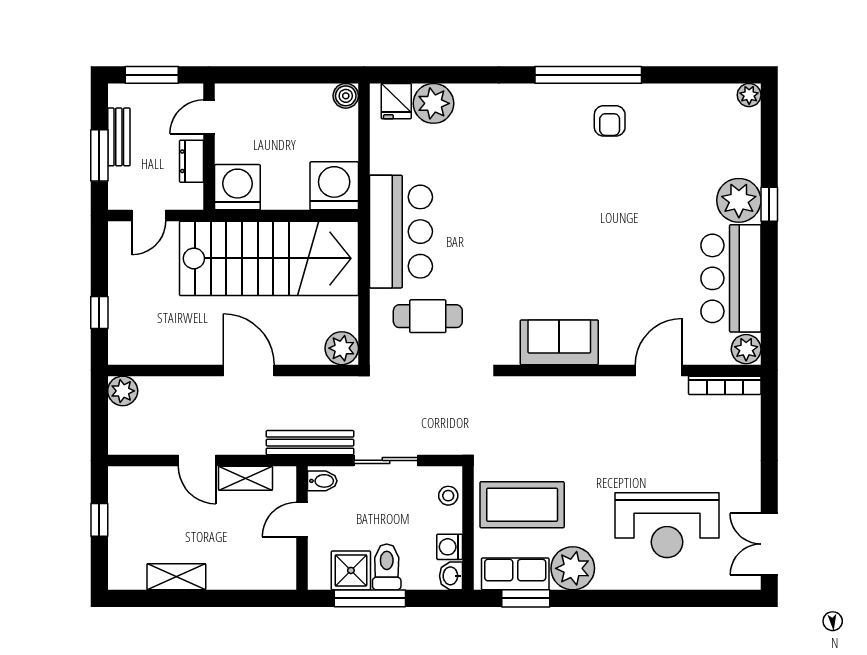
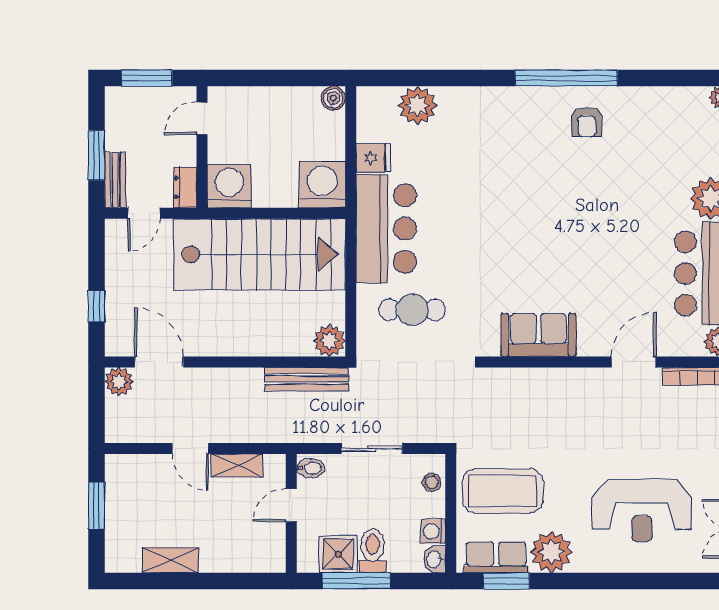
fridge: (396, 101) -> (373, 158), moved, turned -90
bench: (119, 137) -> (115, 180), moved
dresser: (192, 161) -> (185, 187), moved
door: (249, 370) -> (159, 362), moved
bench: (310, 443) -> (307, 379), moved
window: (99, 520) -> (97, 505), width x1.50

